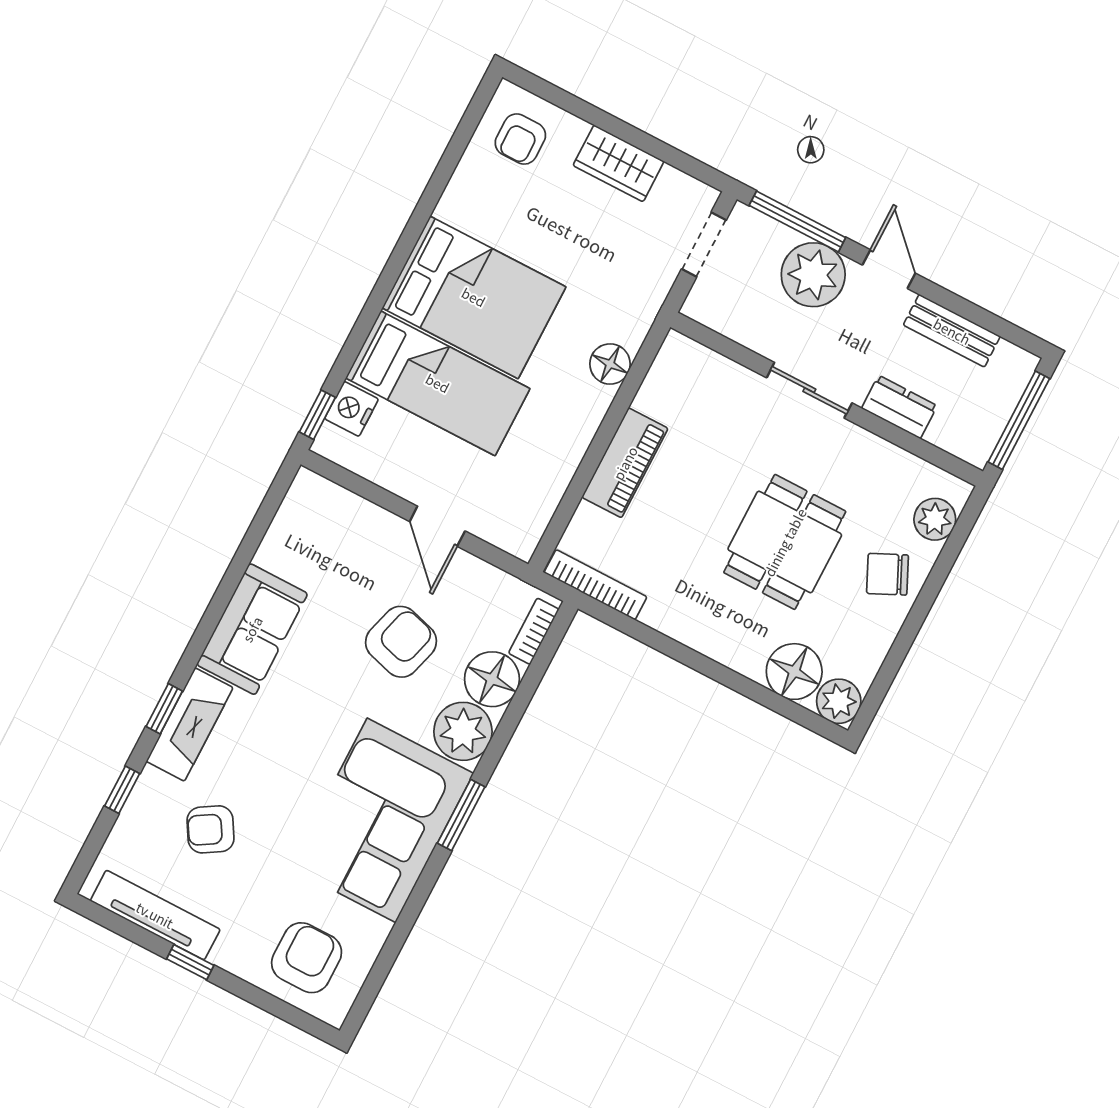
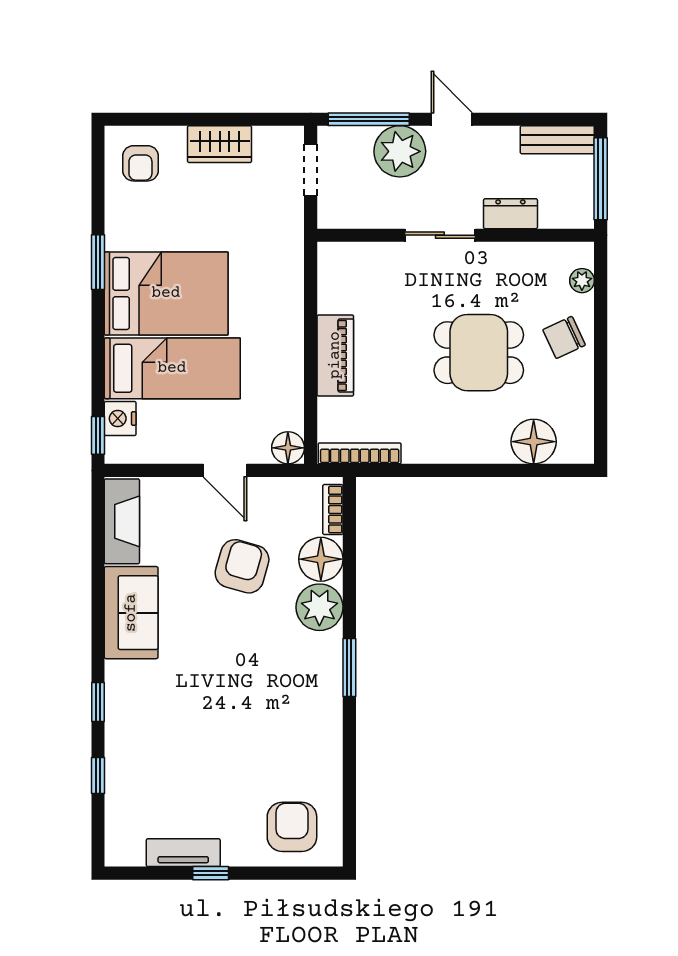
window: (417, 224) -> (98, 262), added
bench: (952, 331) -> (557, 140), moved
floor lamp: (610, 364) -> (288, 448), moved
plant: (935, 519) -> (582, 281), width x0.73, depth x0.73
dining table: (785, 542) -> (479, 353), turned 90
plant: (839, 701) -> (576, 446), removed
fireplace: (190, 724) -> (122, 521), moved
corner sofa: (382, 820) -> (295, 701), removed
armchair: (211, 829) -> (176, 771), removed
tv unit: (155, 915) -> (183, 853), width x0.71

